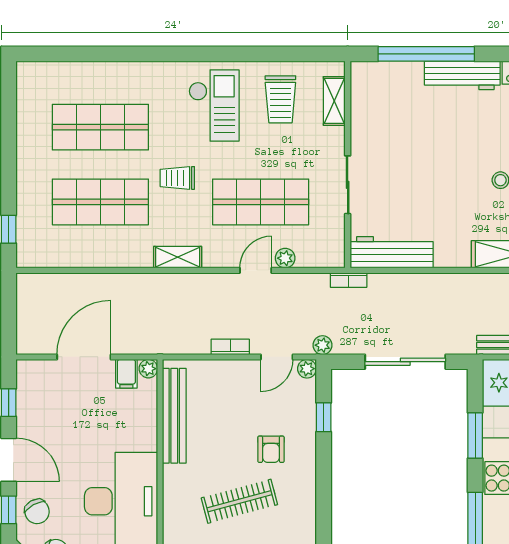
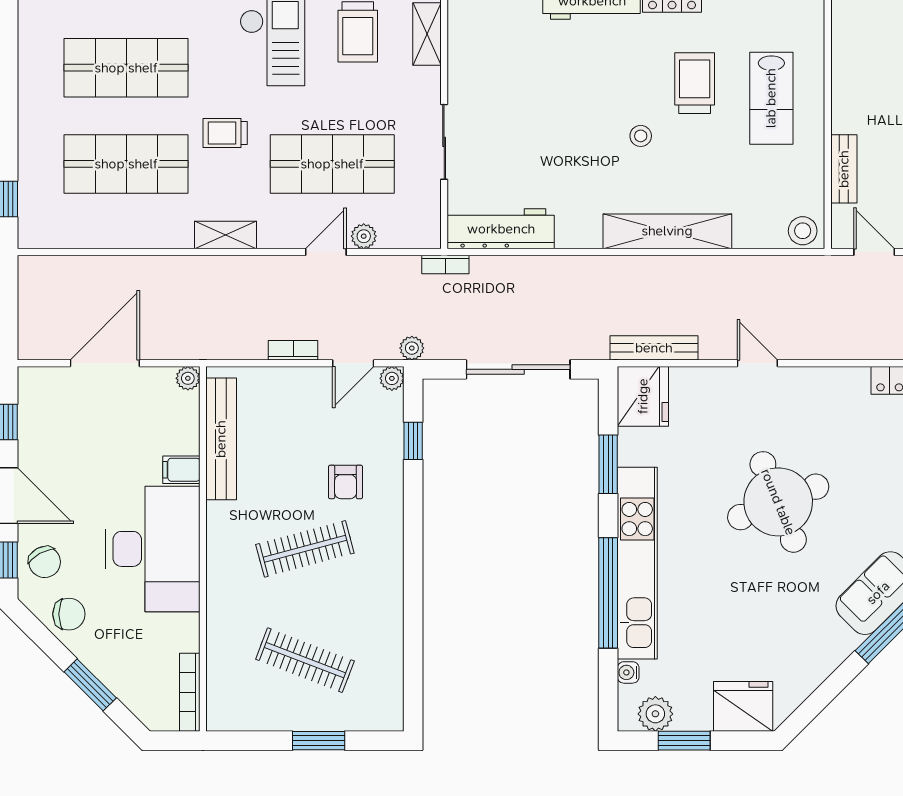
filing cabinet: (126, 374) -> (181, 470), moved, turned 90

